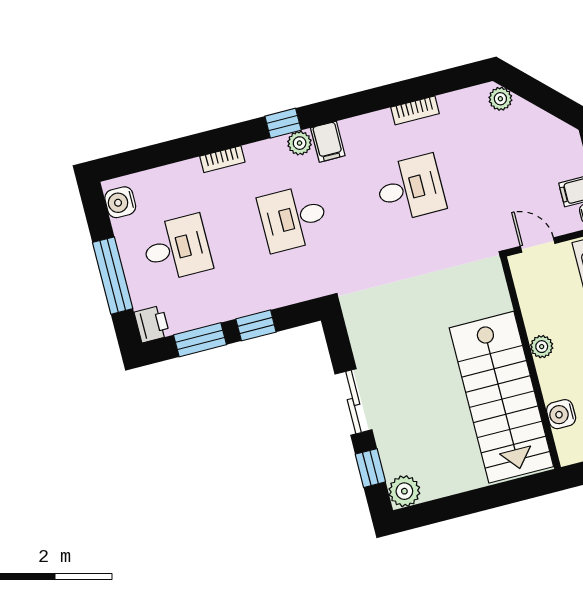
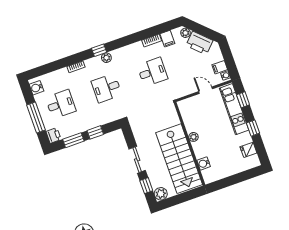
printer: (533, 127) -> (199, 43), added
filing cabinet: (328, 142) -> (167, 39), moved
plant: (542, 347) -> (193, 137), moved
wall: (531, 363) -> (190, 144), moved
stairs: (501, 397) -> (179, 159), moved
water cooler: (561, 414) -> (204, 163), moved

